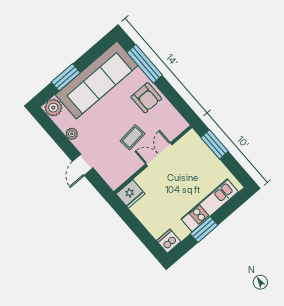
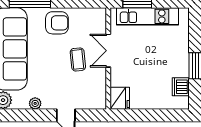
kitchen unit: (210, 205) -> (148, 16), moved, turned -90
dishwasher: (169, 241) -> (181, 87), moved

